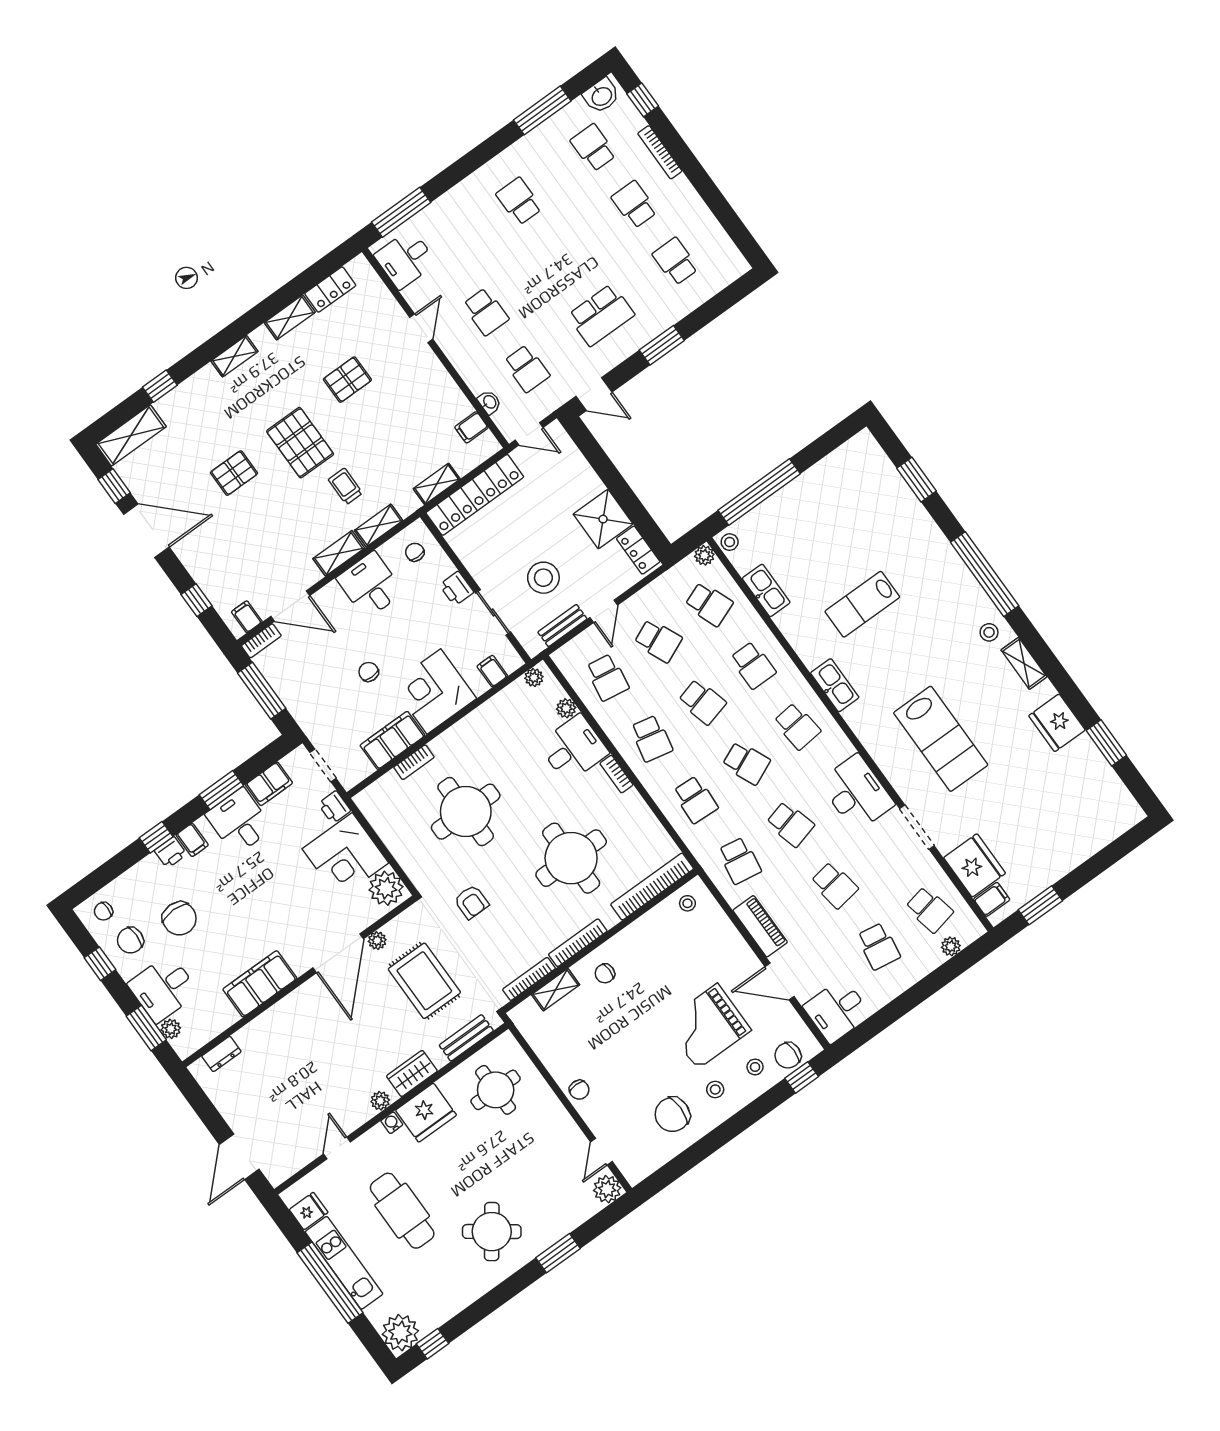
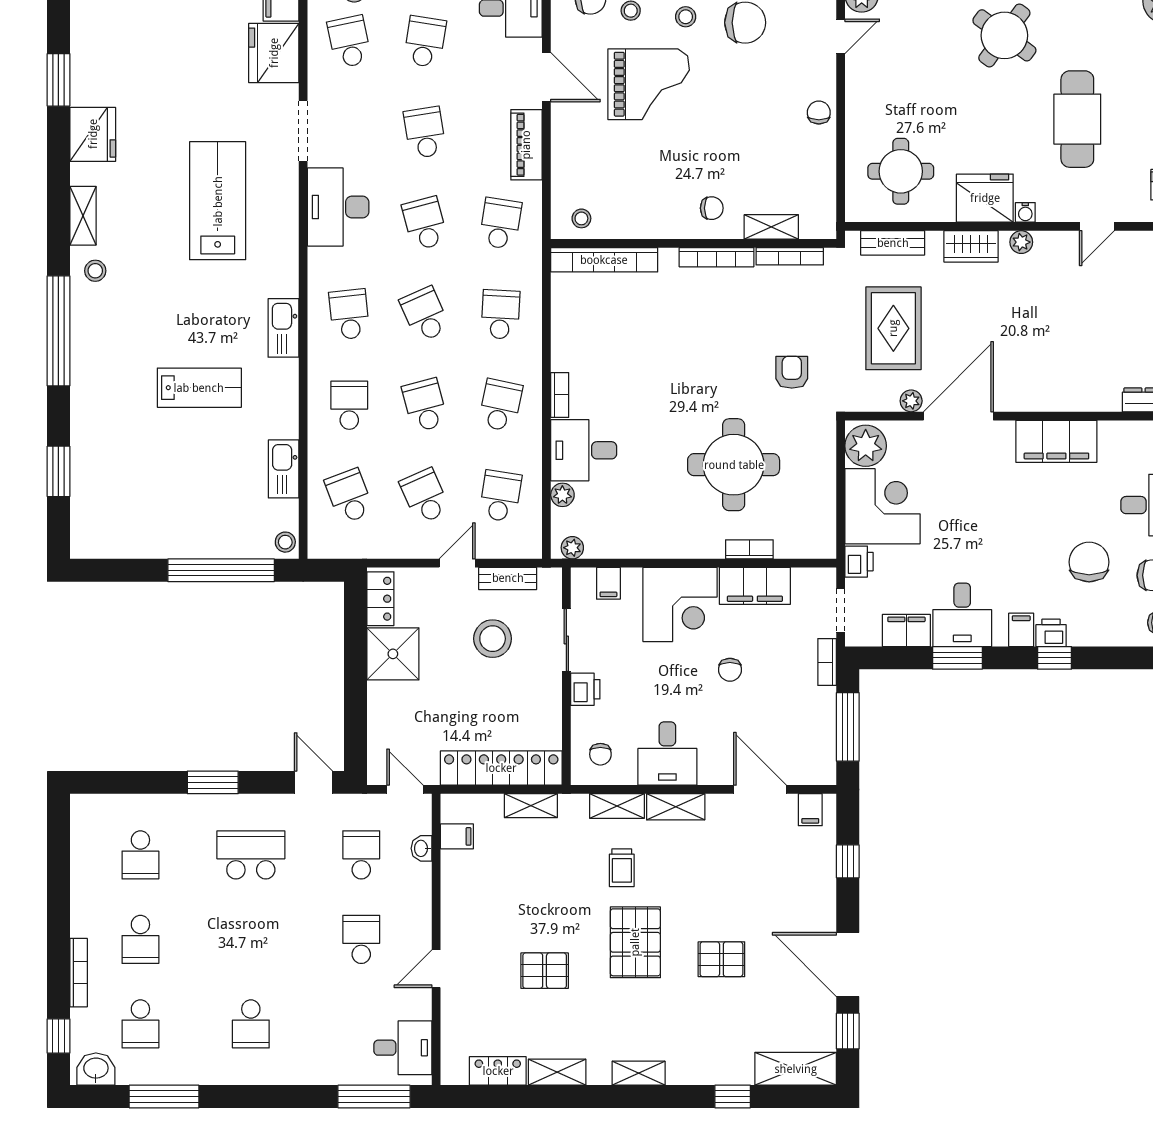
plant: (704, 555) -> (319, 547), removed
bookcase: (261, 641) -> (827, 662), moved, turned -90
round table: (571, 858) -> (663, 345), removed

